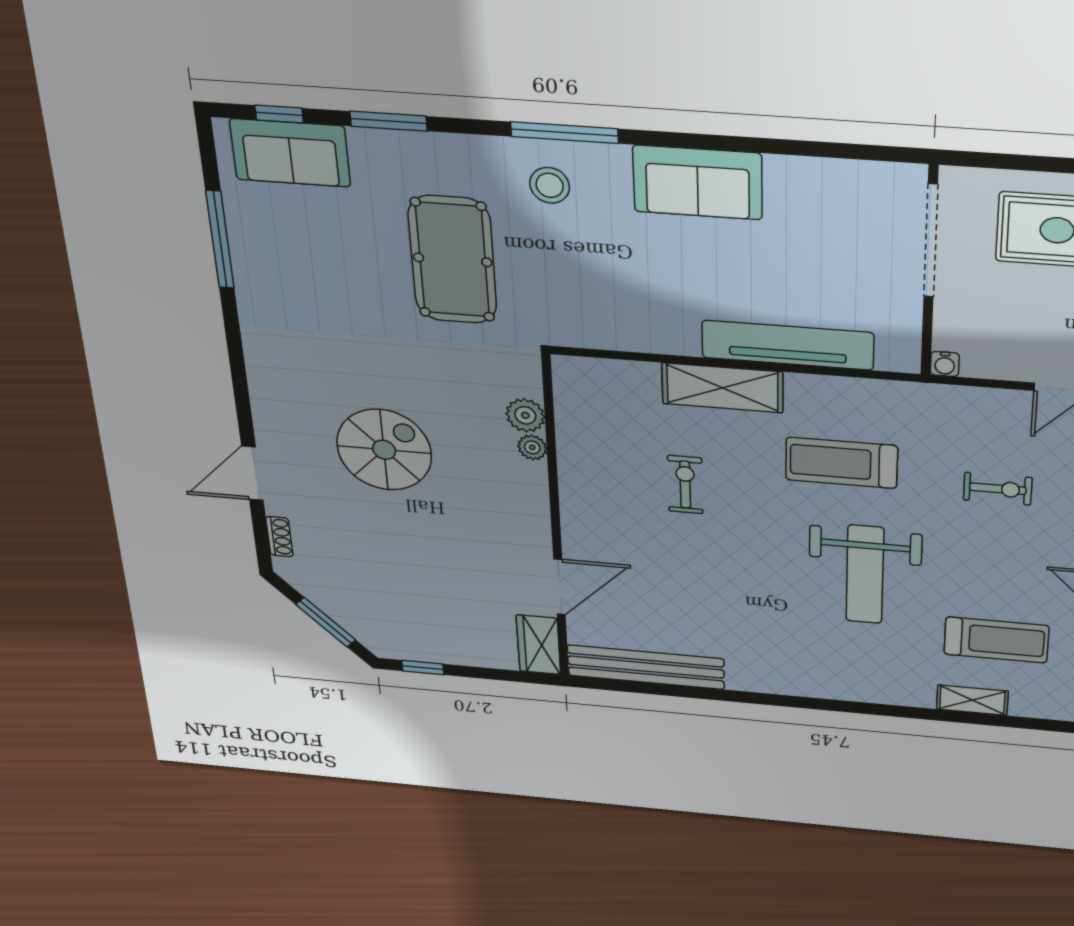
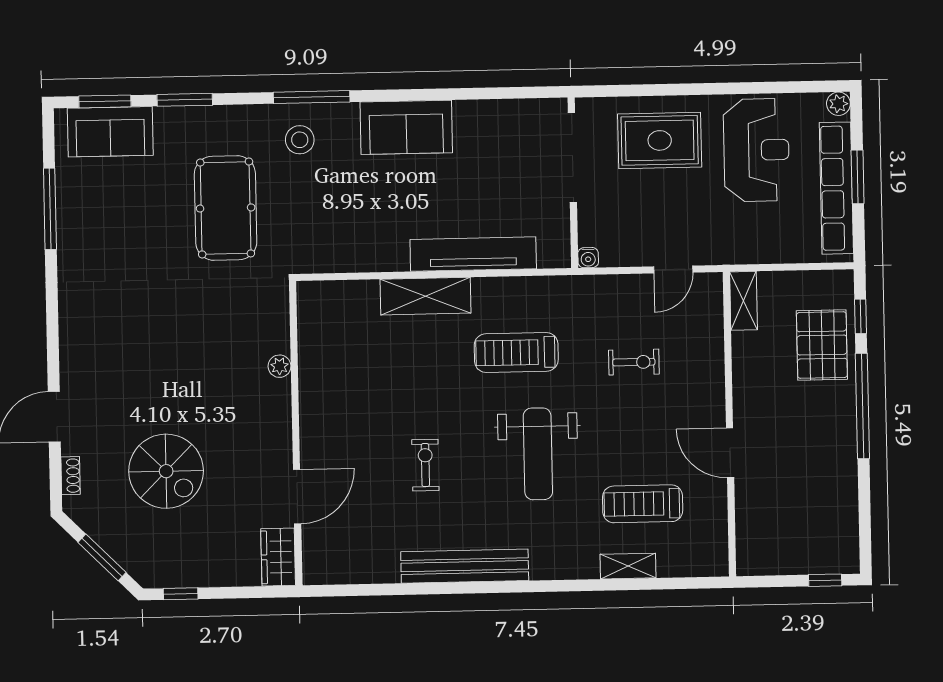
window: (279, 114) -> (105, 101), width x1.50
plant: (525, 415) -> (275, 337), removed
spiral stairs: (384, 450) -> (166, 471), moved, turned 90
exercise bike: (685, 485) -> (425, 465), moved
treadmill: (996, 640) -> (643, 504), turned 180
bench: (646, 667) -> (465, 566), moved

